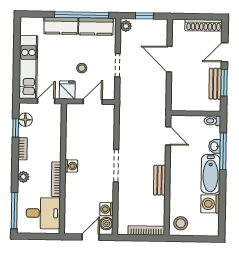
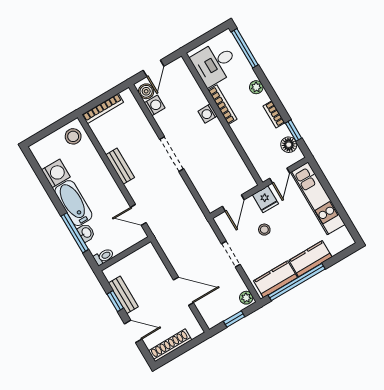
door: (225, 52) -> (133, 331), hinge flipped
window: (224, 83) -> (115, 301), width x0.67
washing machine: (71, 166) -> (208, 114), moved

